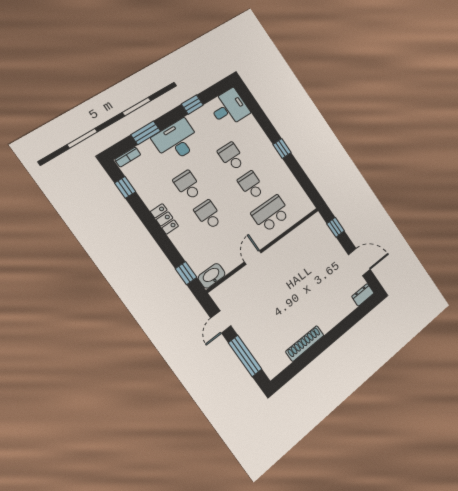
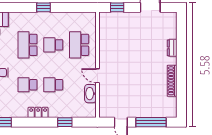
school desk: (231, 156) -> (27, 45), width x1.85
window: (186, 273) -> (65, 122), moved
washbasin: (212, 276) -> (90, 94), moved
dresser: (363, 295) -> (172, 48), moved

